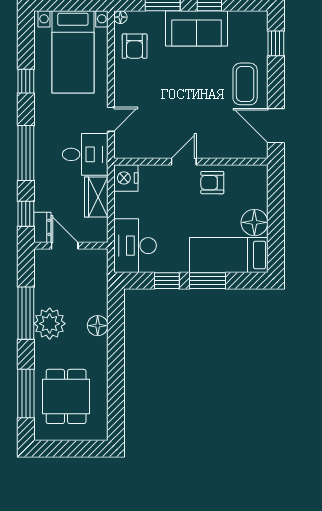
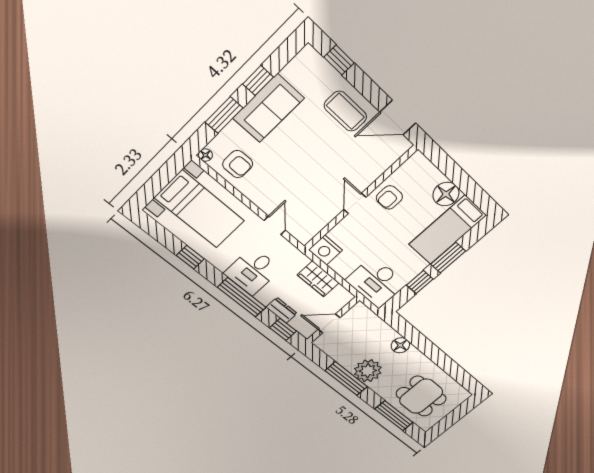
desk: (85, 154) -> (252, 271), moved, turned 180
dresser: (42, 227) -> (282, 310), moved

